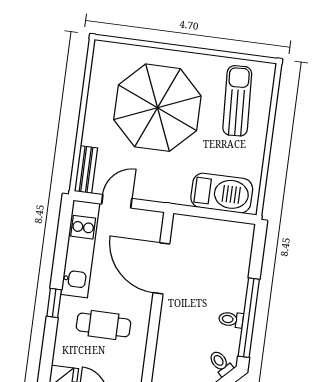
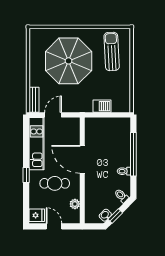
barbecue: (222, 193) -> (102, 106), width x0.53, depth x0.65
door: (161, 268) -> (82, 159), moved
window: (249, 318) -> (133, 154), moved
plant: (135, 367) -> (75, 204), added

